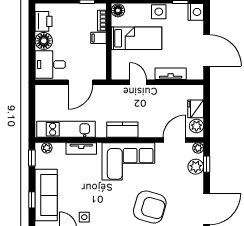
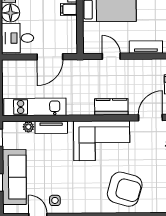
kitchen counter: (122, 130) -> (111, 107), moved
plant: (47, 148) -> (28, 127), moved

